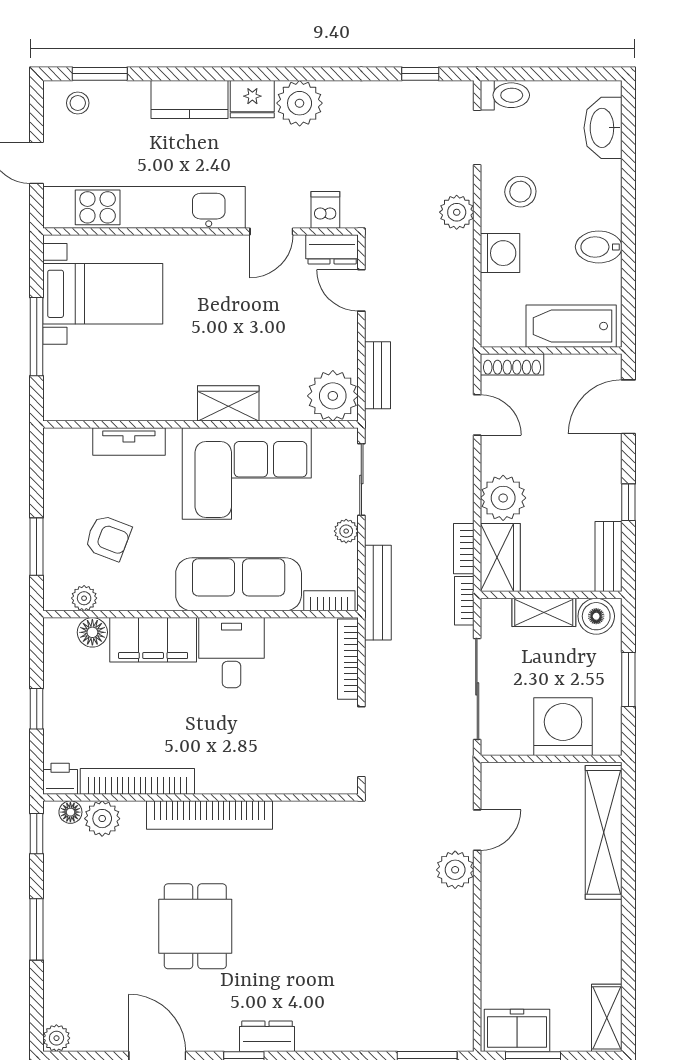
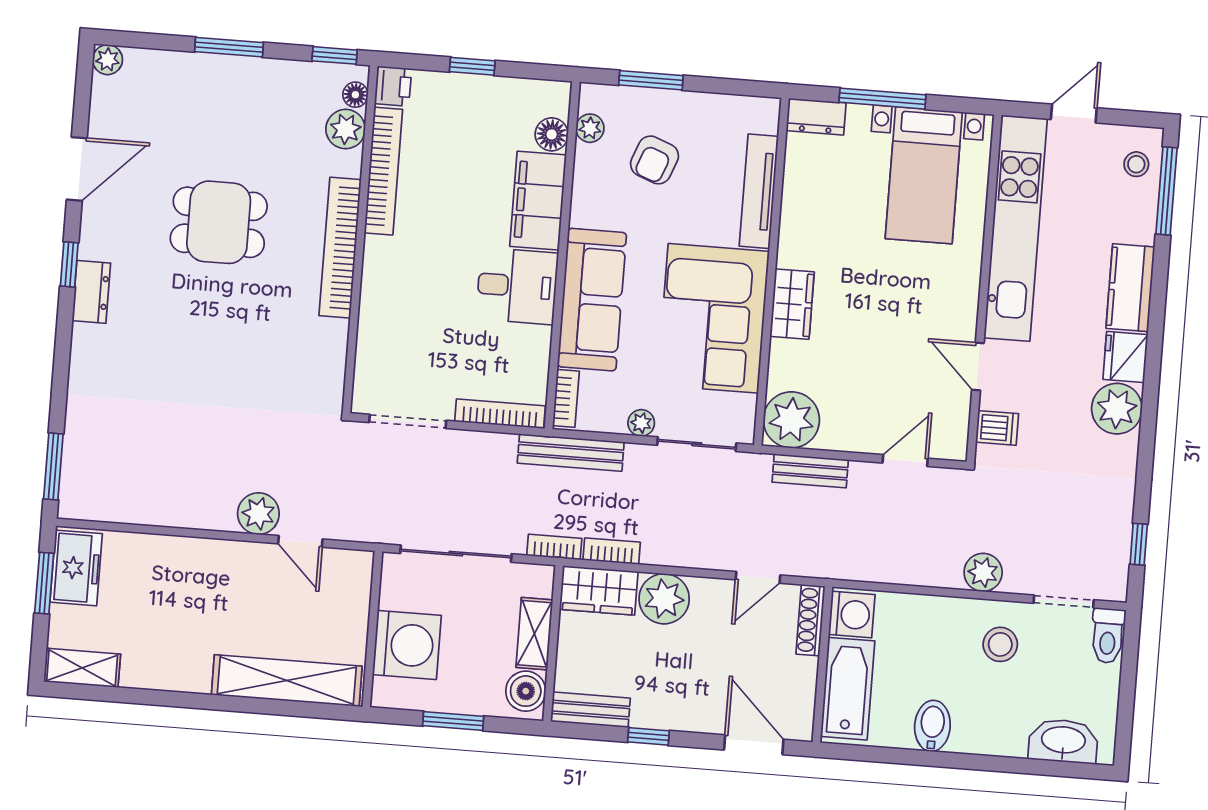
window: (100, 74) -> (1166, 191), width x1.44
dresser: (332, 249) -> (816, 117), moved, turned -90
washing machine: (500, 253) -> (852, 615), moved, turned -90
tv unit: (129, 441) -> (759, 191), width x1.41

